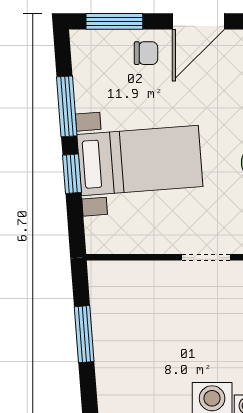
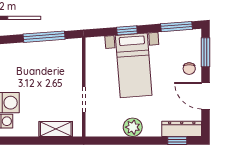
window: (67, 106) -> (177, 27), moved
window: (84, 334) -> (44, 37), width x1.44

